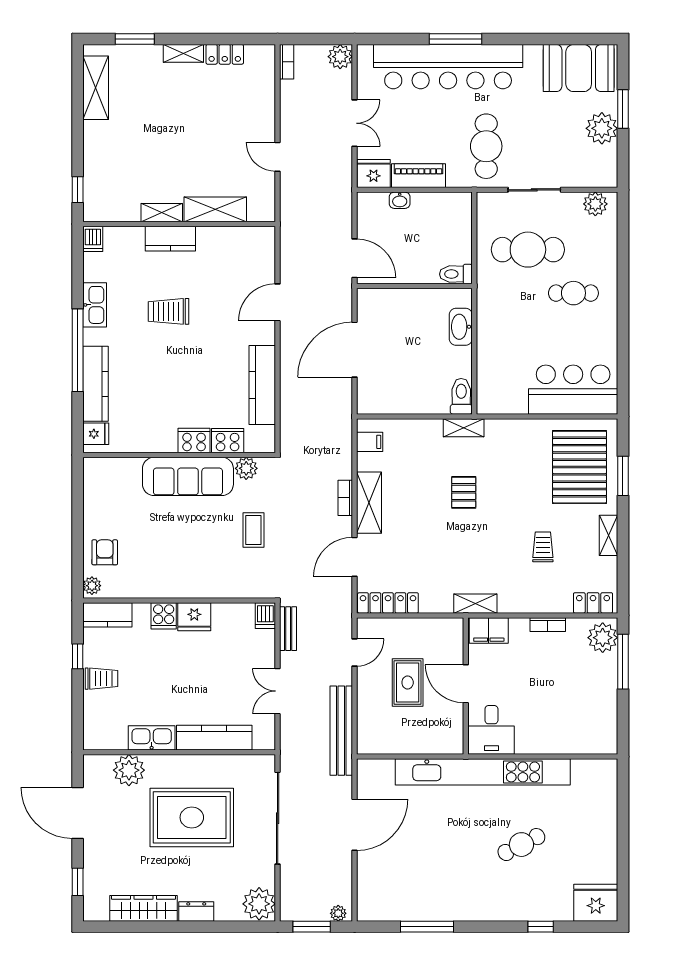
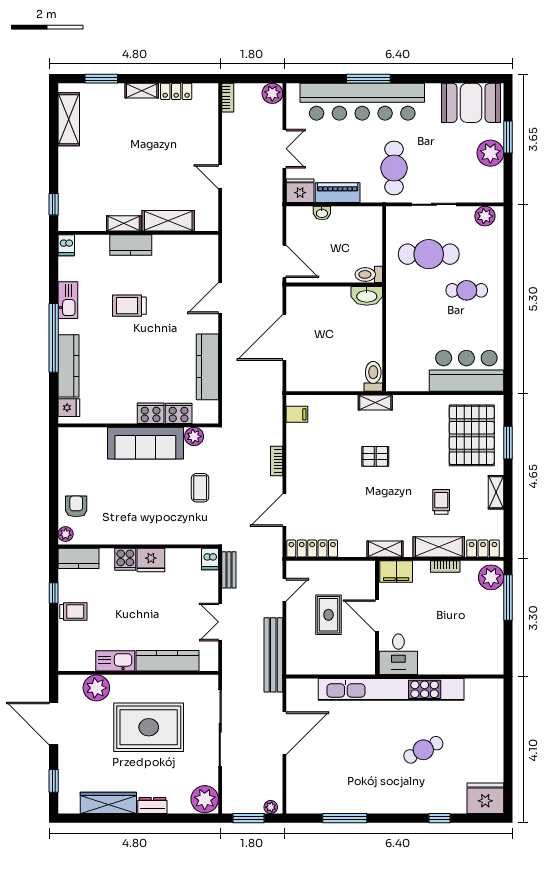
washbasin: (461, 327) -> (367, 296), moved, turned -90
pallet: (464, 492) -> (375, 456), turned 90
shelving: (369, 503) -> (439, 547), moved, turned 90

